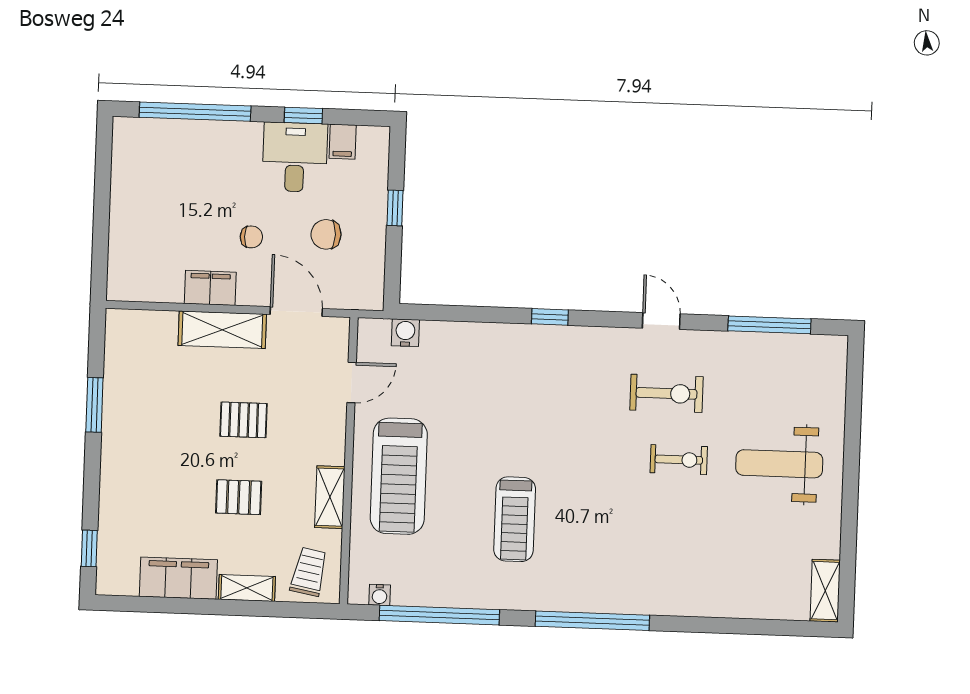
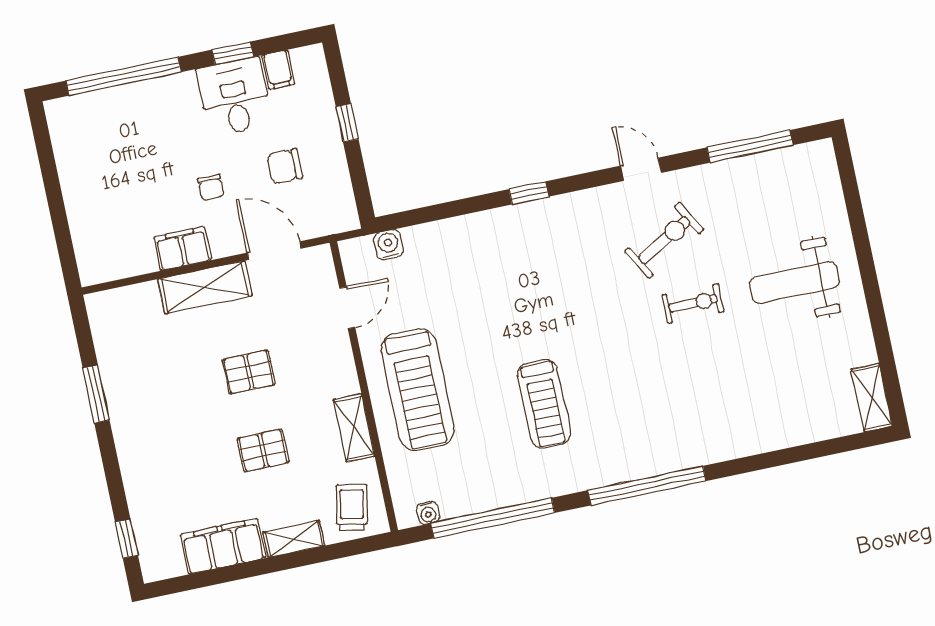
chair: (251, 237) -> (211, 187), turned 90
exercise bike: (667, 393) -> (664, 240), turned -30

